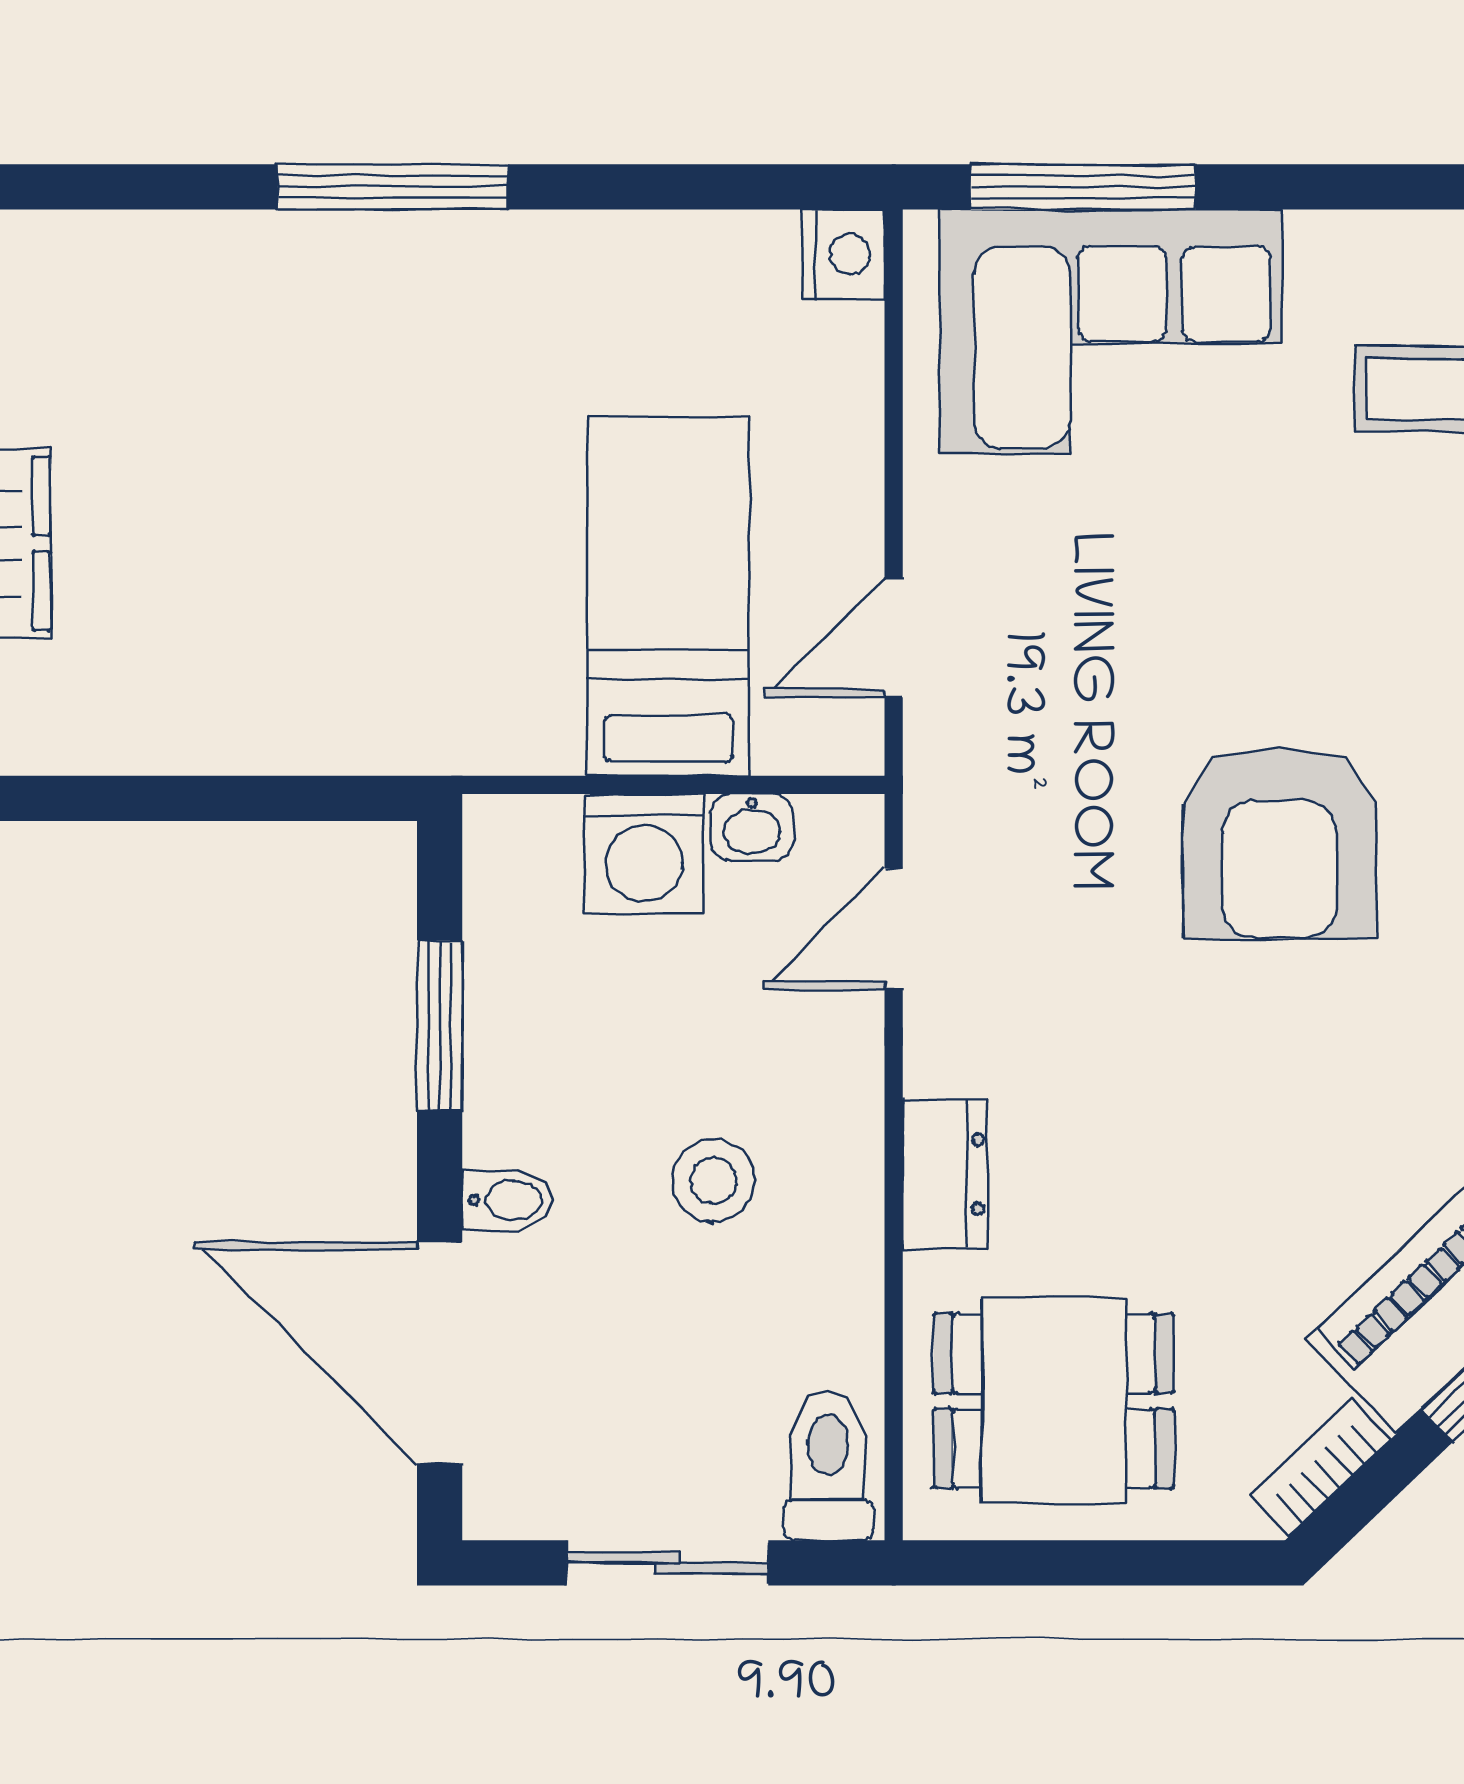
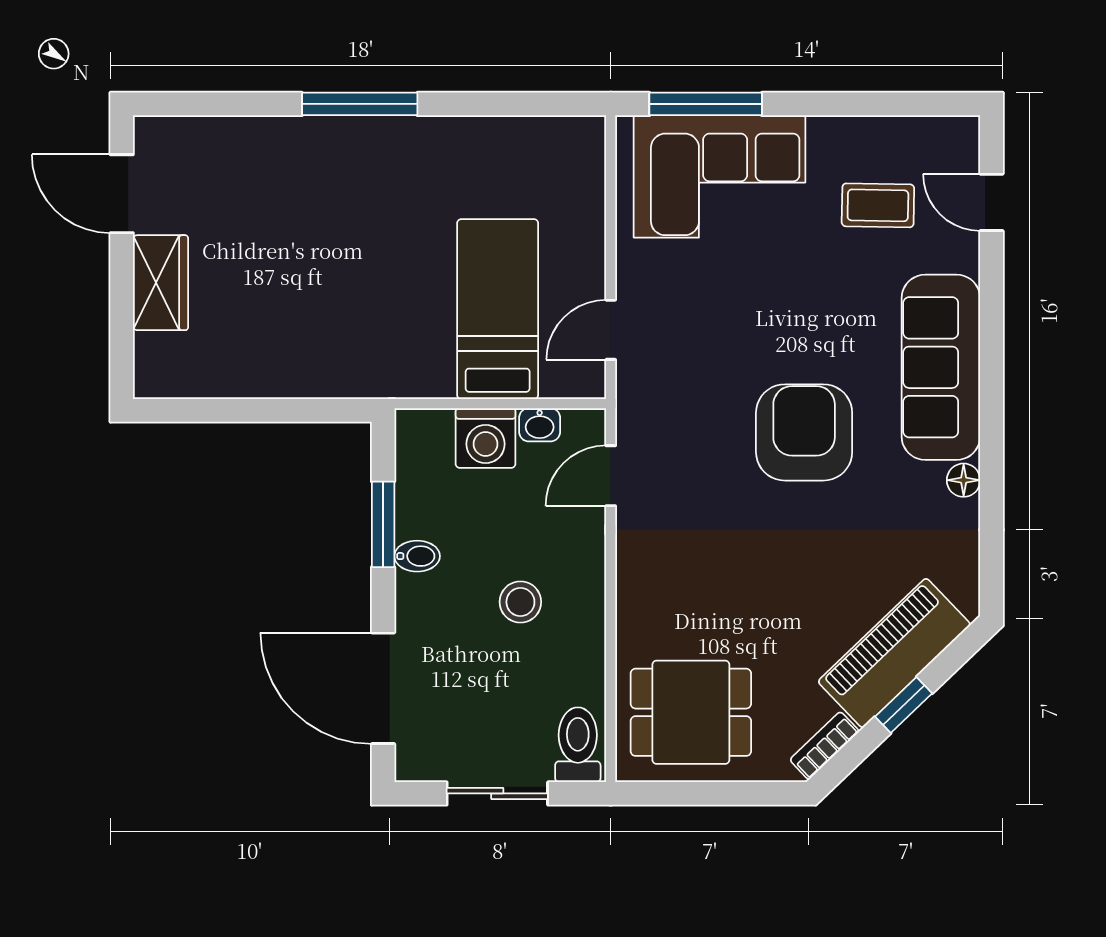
nightstand: (843, 254) -> (585, 138), removed
armchair: (1280, 842) -> (804, 432), turned 180
dresser: (945, 1174) -> (636, 599), removed
bidet: (507, 1200) -> (417, 556), moved

